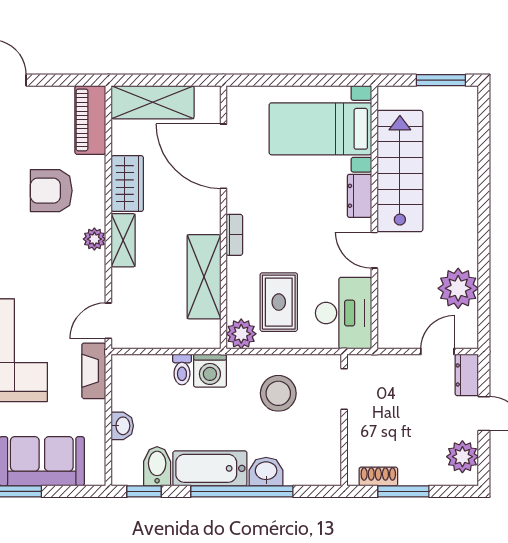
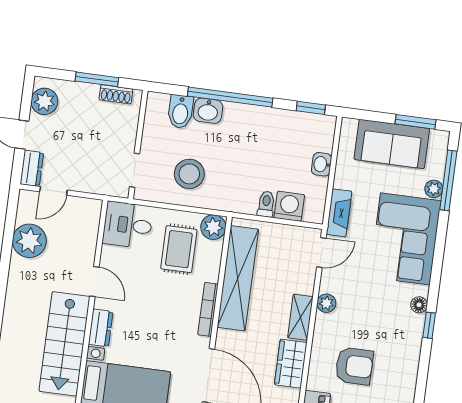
bookcase: (234, 235) -> (208, 309), width x1.56
plant: (94, 239) -> (326, 303), moved
shelving: (204, 277) -> (238, 278), width x1.47
desk: (343, 313) -> (128, 225), width x0.73
washing machine: (210, 371) -> (289, 206), moved
bidet: (157, 466) -> (180, 112), moved
bathtub: (210, 468) -> (254, 120), removed

